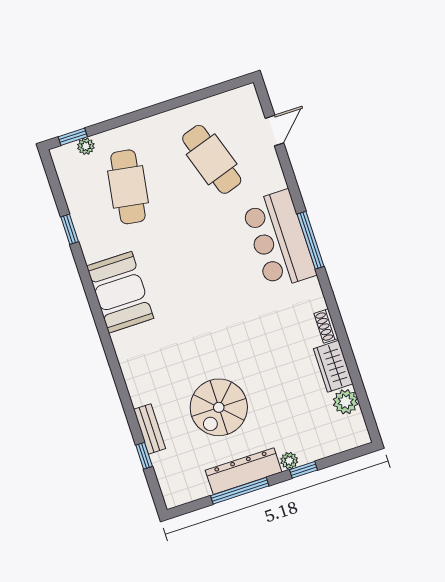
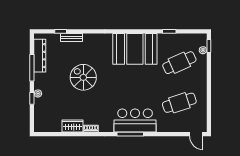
door: (275, 131) -> (196, 134), moved
cafe table: (128, 187) -> (179, 63), turned -33
booth: (120, 292) -> (135, 49), width x1.36, depth x1.42
plant: (346, 402) -> (55, 126), removed
spiral stairs: (219, 407) -> (83, 77), moved
dresser: (244, 471) -> (40, 56), moved

